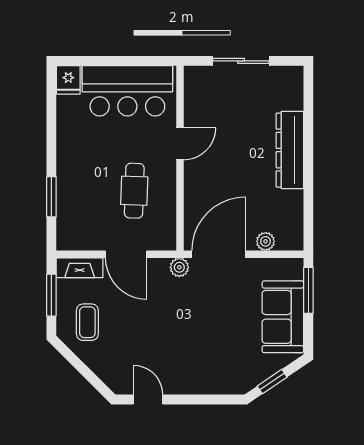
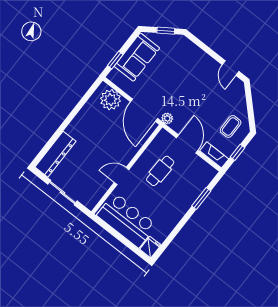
dresser: (290, 150) -> (55, 154), moved
plant: (266, 241) -> (111, 100), width x1.88, depth x1.88
door: (219, 254) -> (144, 110), hinge flipped
window: (308, 290) -> (115, 60), width x0.67
window: (51, 295) -> (237, 152), width x0.67

